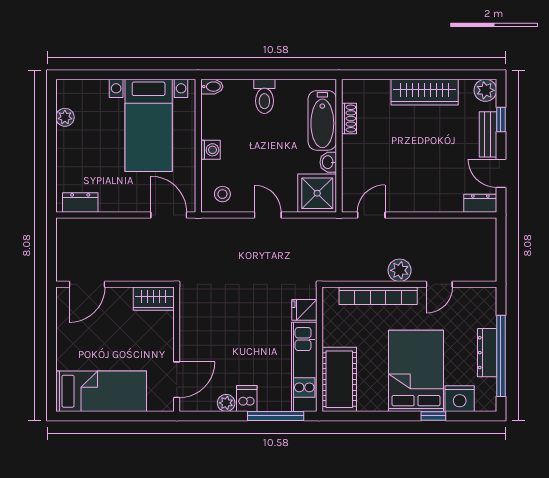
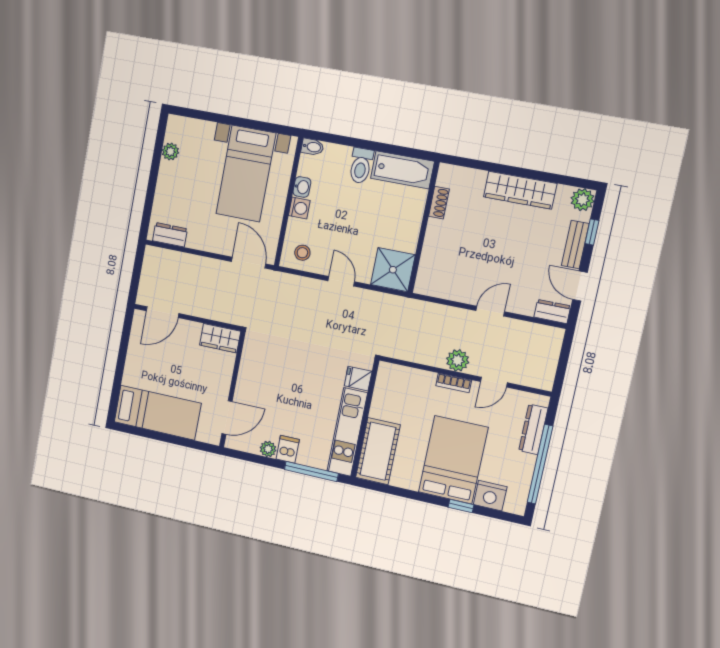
bathtub: (322, 120) -> (402, 170), moved, turned -90
washbasin: (328, 162) -> (302, 187), moved, turned 180
door: (371, 215) -> (490, 311), moved
bookcase: (378, 296) -> (454, 383), width x0.43, depth x0.76
dresser: (487, 353) -> (533, 429), moved

